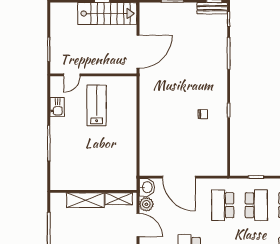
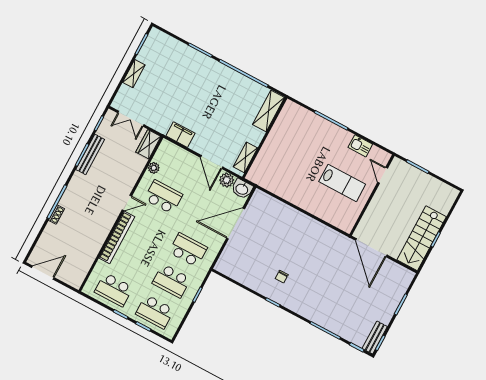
shelving: (85, 200) -> (269, 111), moved
door: (138, 225) -> (212, 162), hinge flipped

